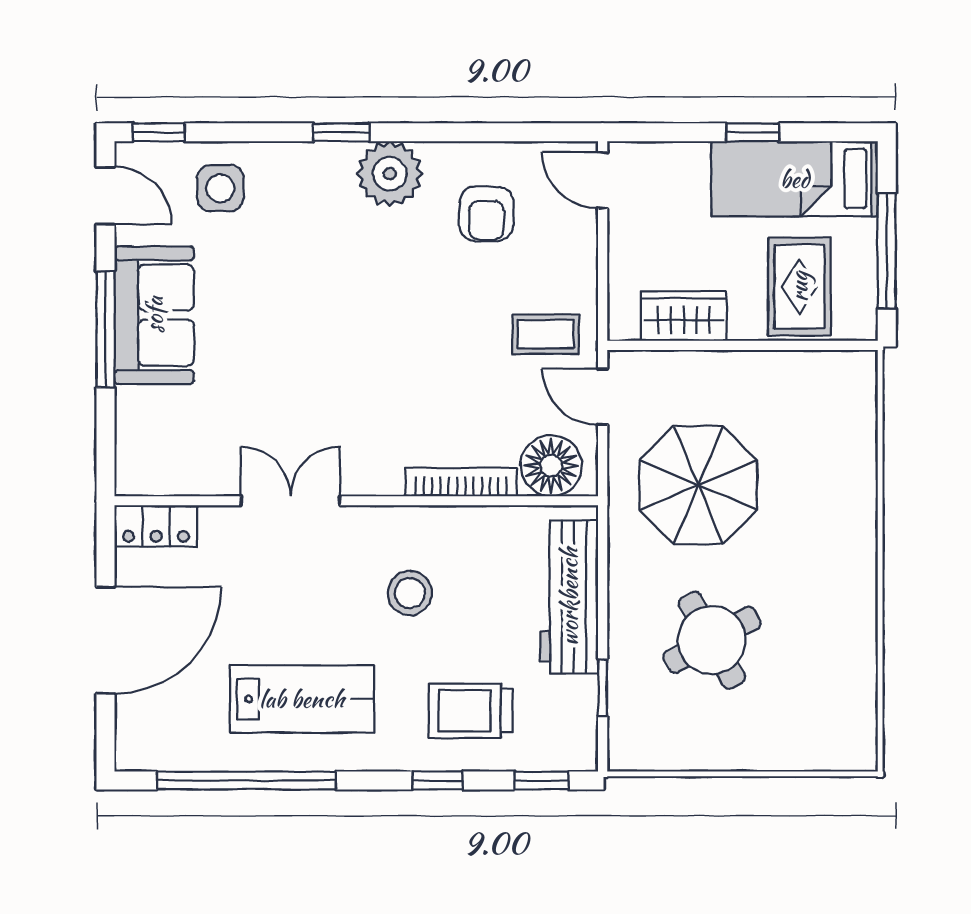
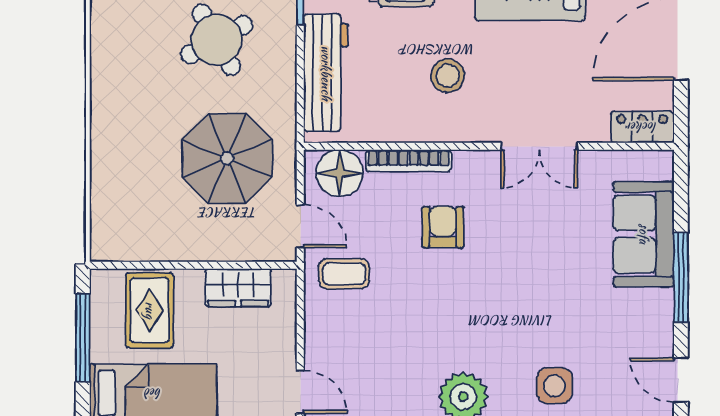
side table: (220, 188) -> (555, 386), moved
armchair: (486, 214) -> (443, 227), moved
sofa: (154, 315) -> (644, 234), moved

